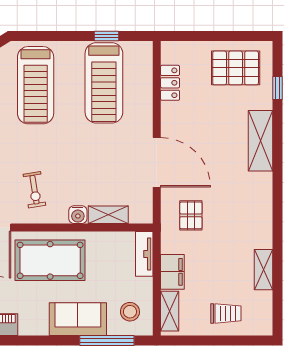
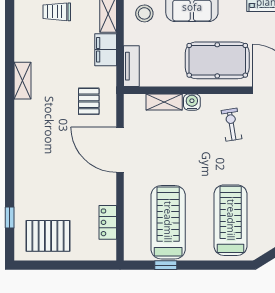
shelving: (260, 141) -> (25, 169), removed
shelving: (263, 270) -> (23, 81), moved

